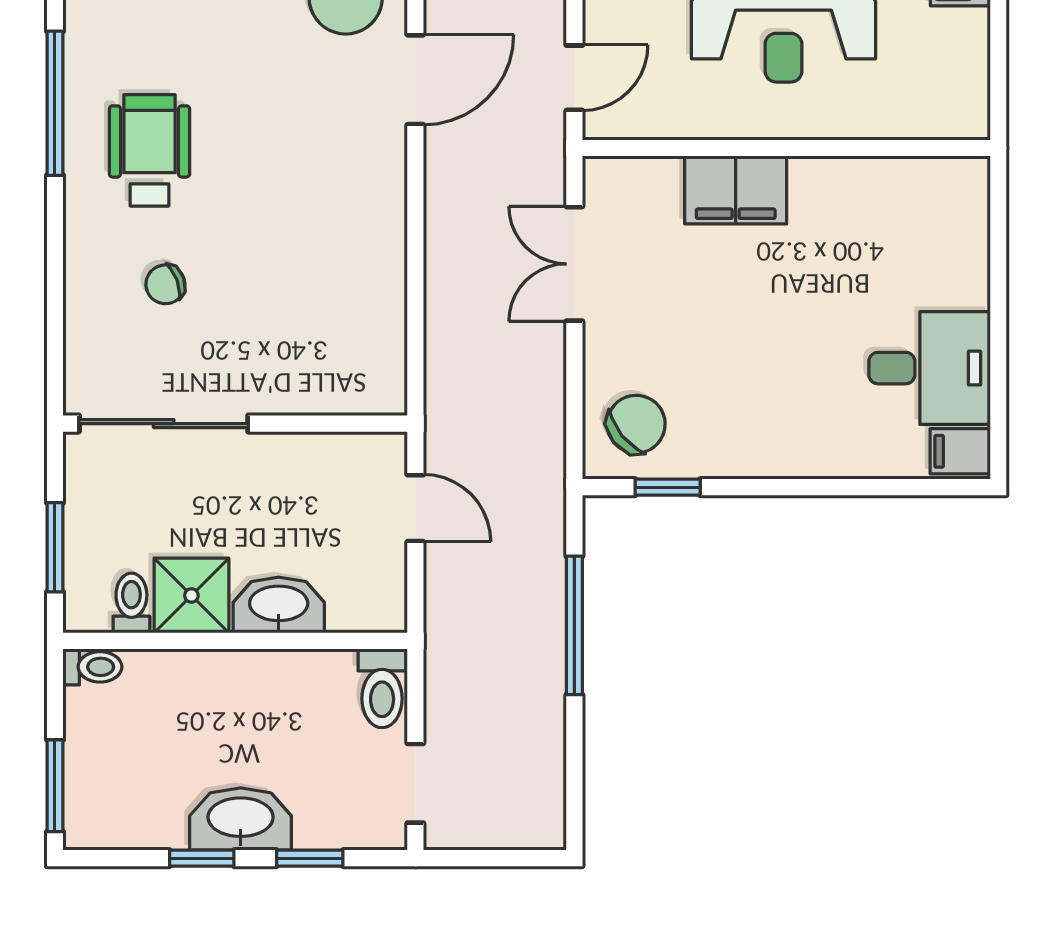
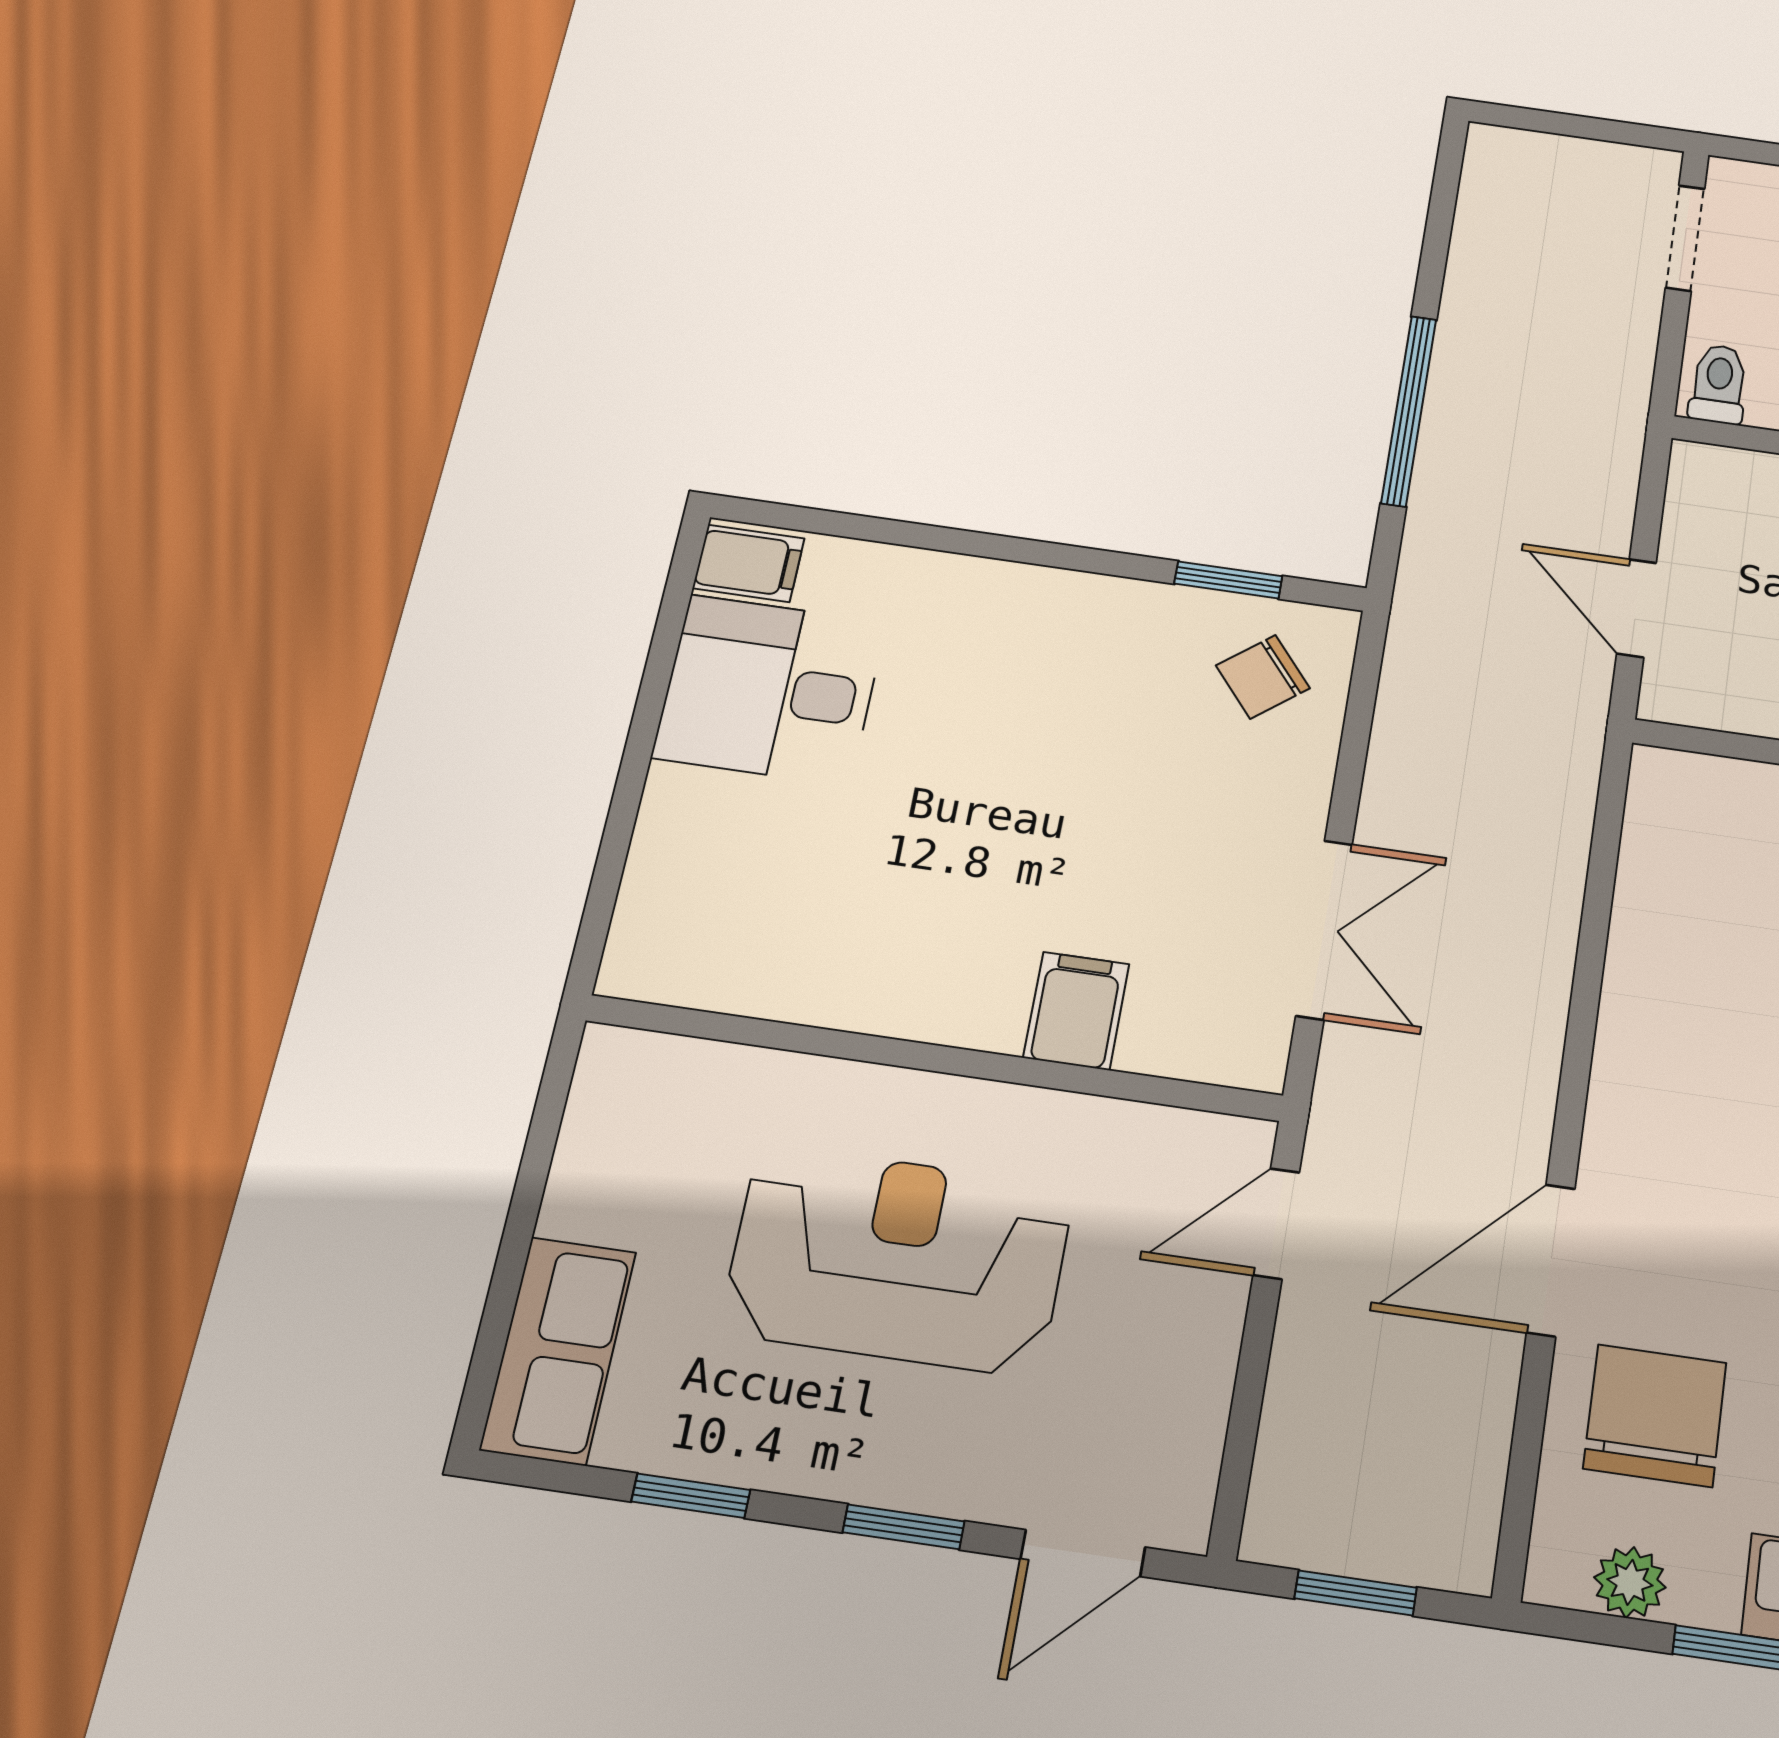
filing cabinet: (736, 190) -> (1076, 1011), width x0.50
chair: (636, 424) -> (1263, 677), width x0.73, depth x0.73
toilet: (382, 688) -> (1719, 384), width x0.73, depth x0.72

